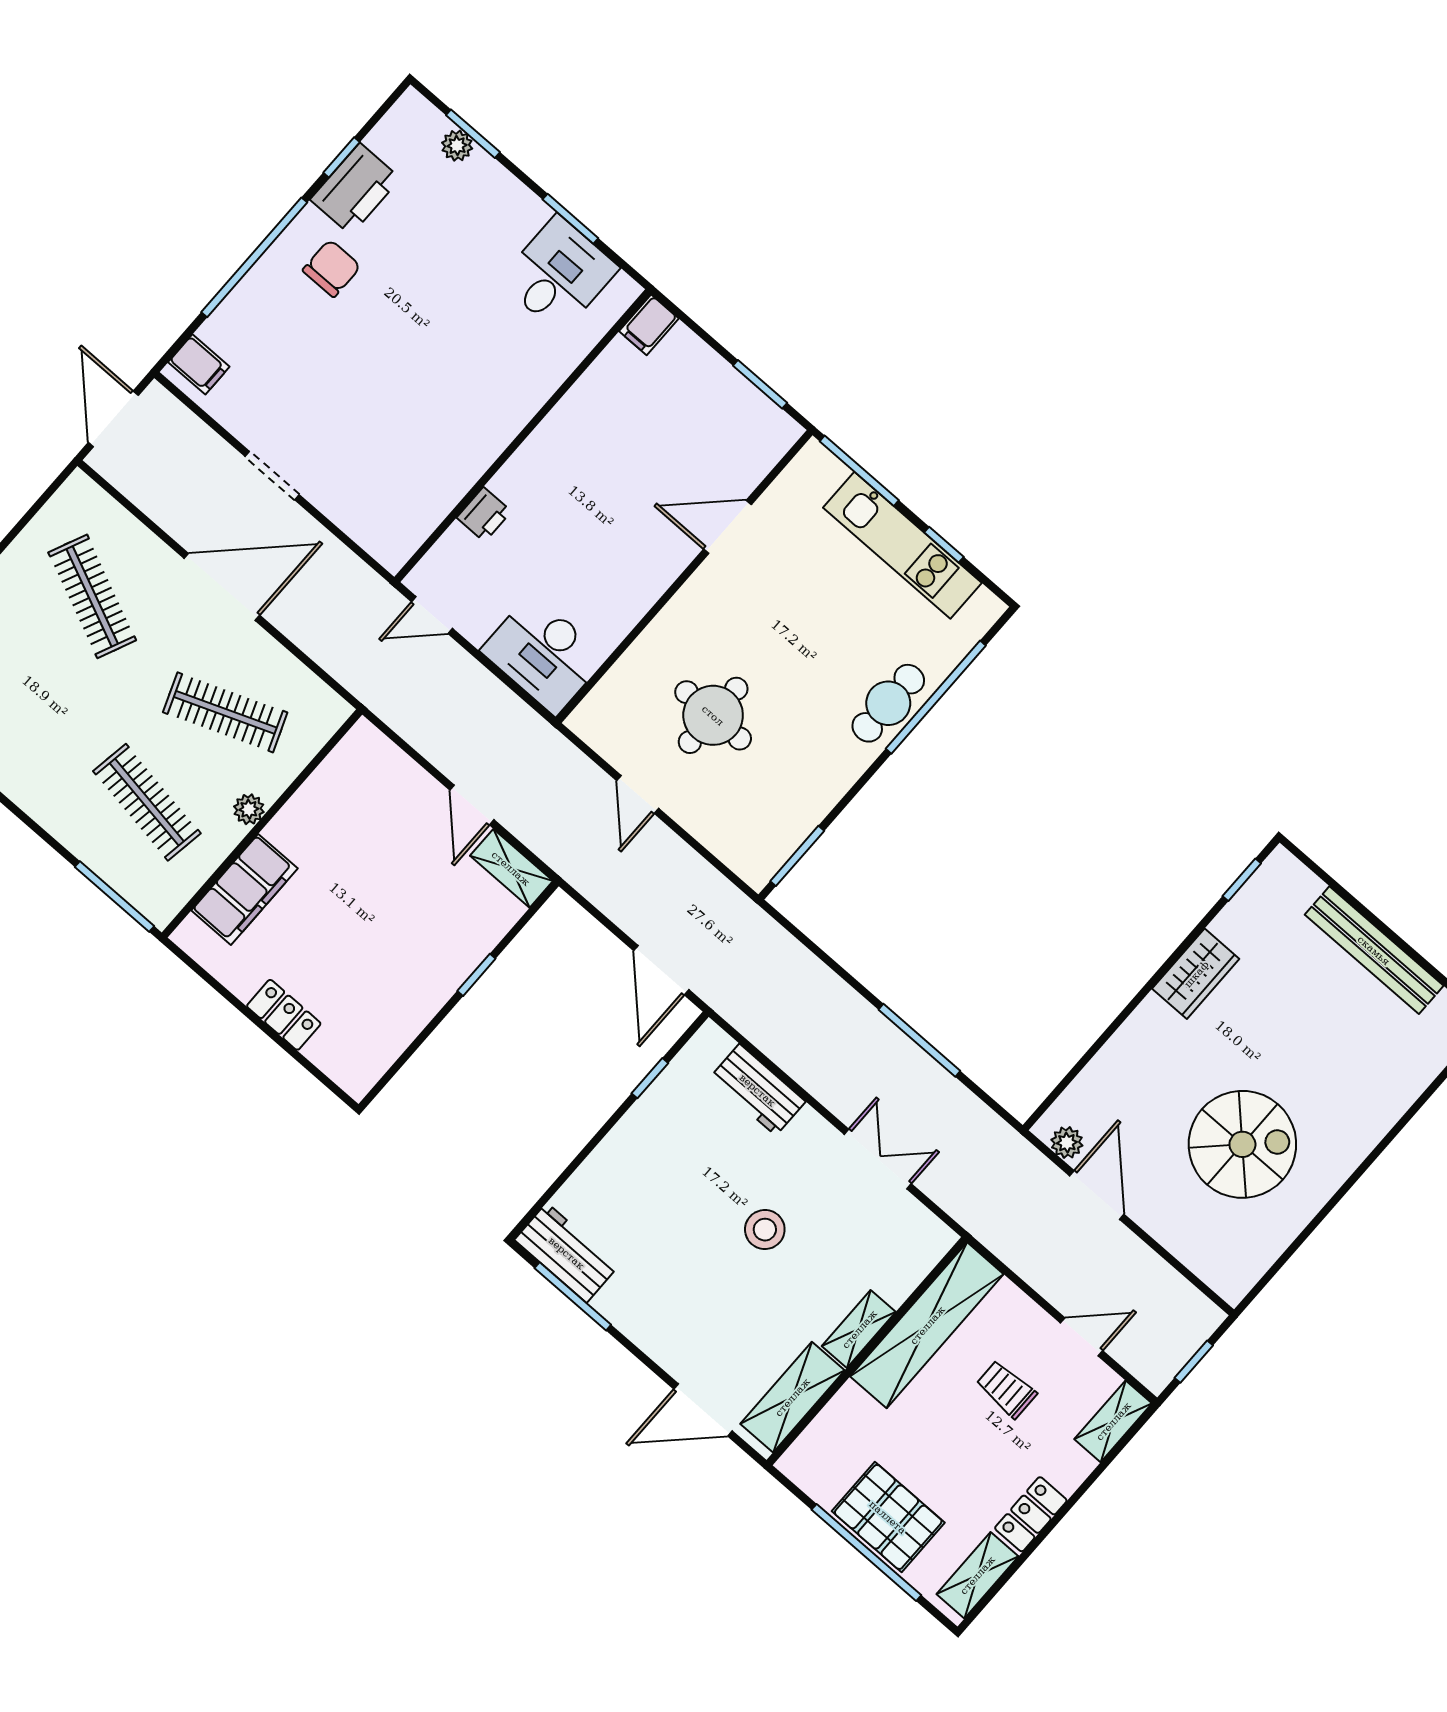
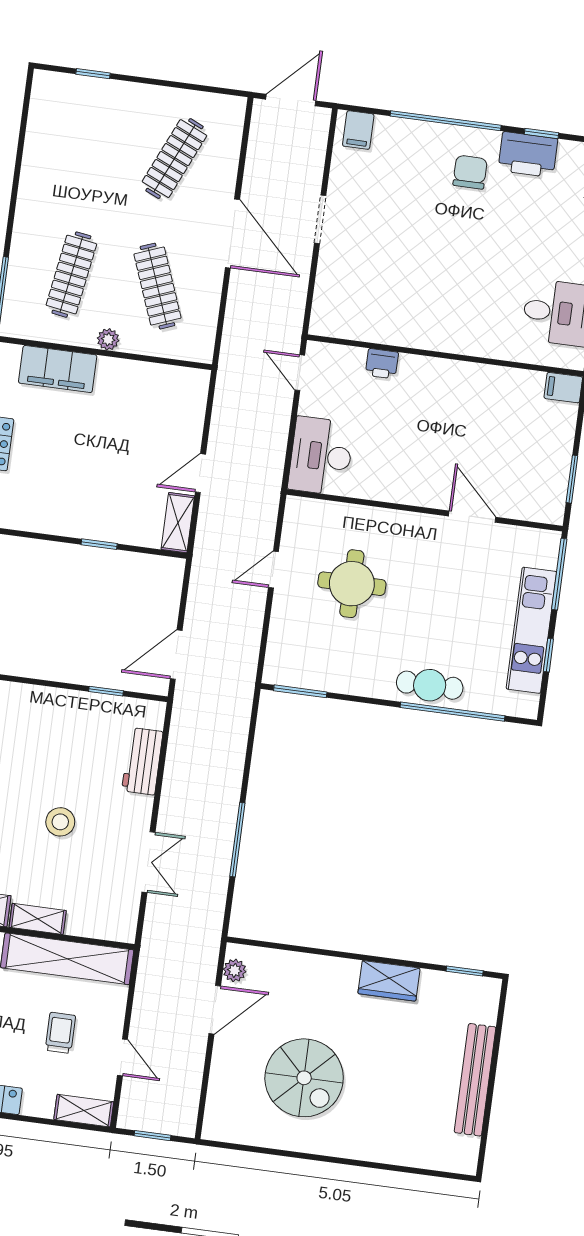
chair: (332, 268) -> (470, 172), turned -90

